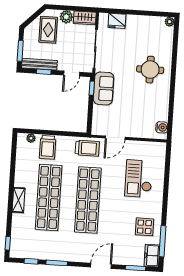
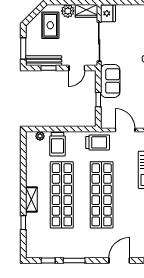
fridge: (117, 21) -> (108, 13), moved, turned -90
window: (92, 88) -> (98, 100), moved
door: (115, 138) -> (125, 130), swing flipped
window: (8, 243) -> (23, 223), moved

